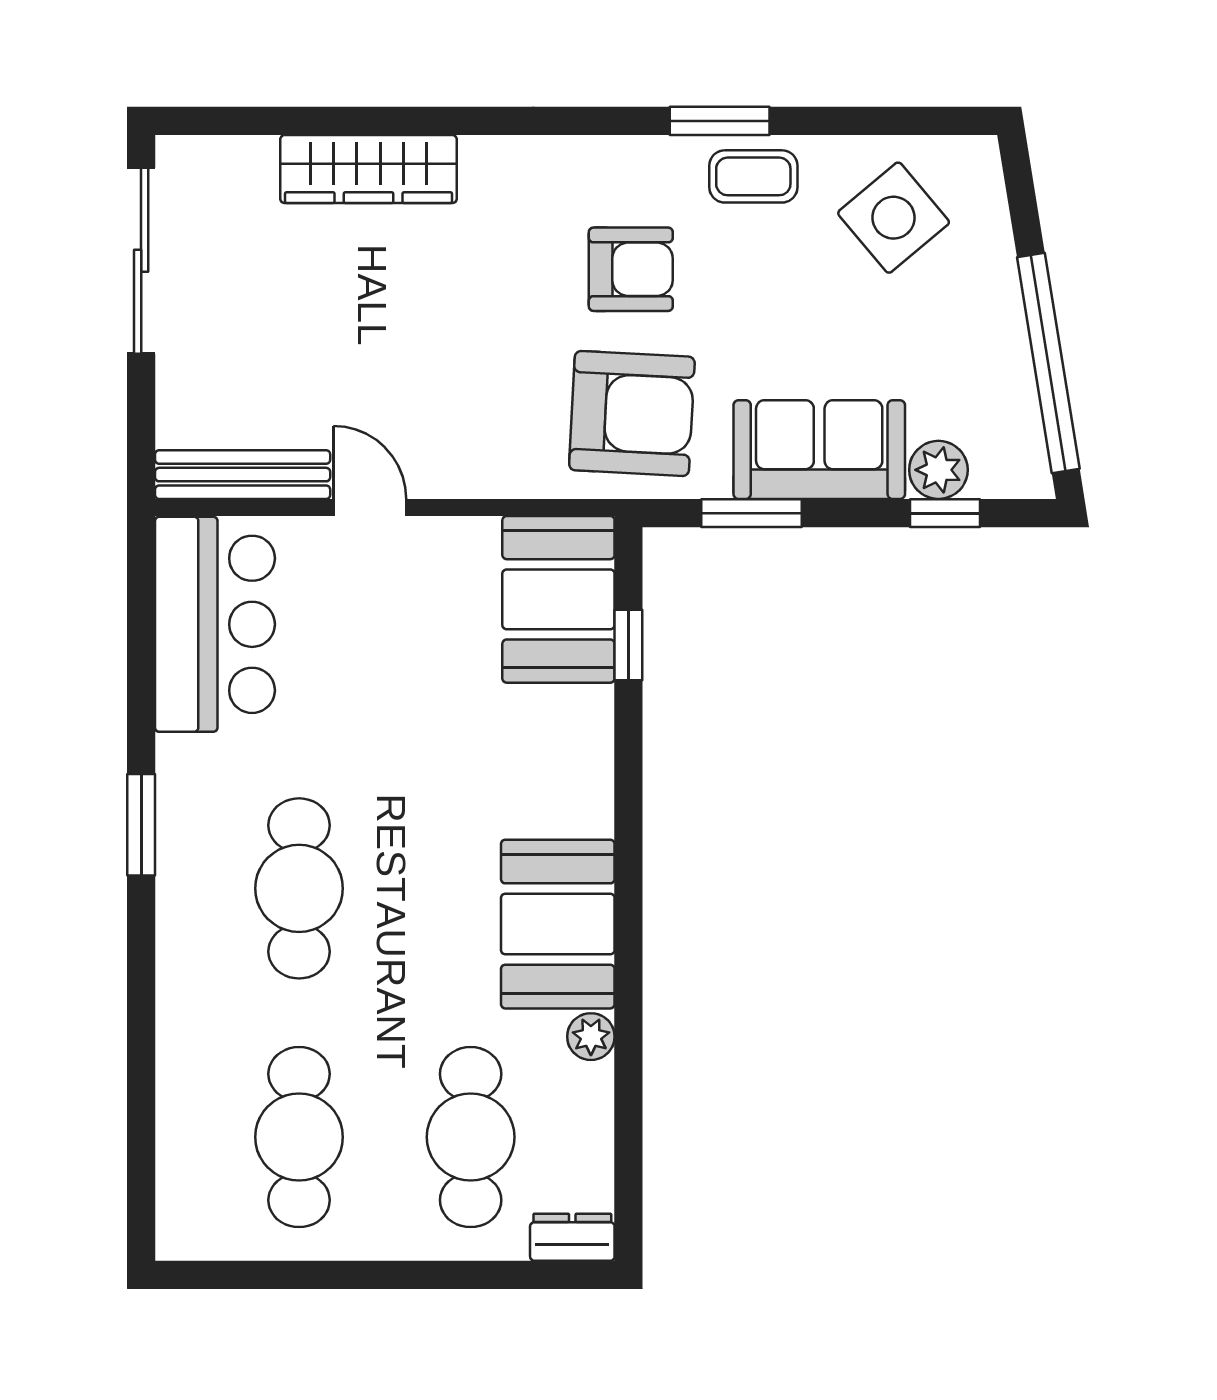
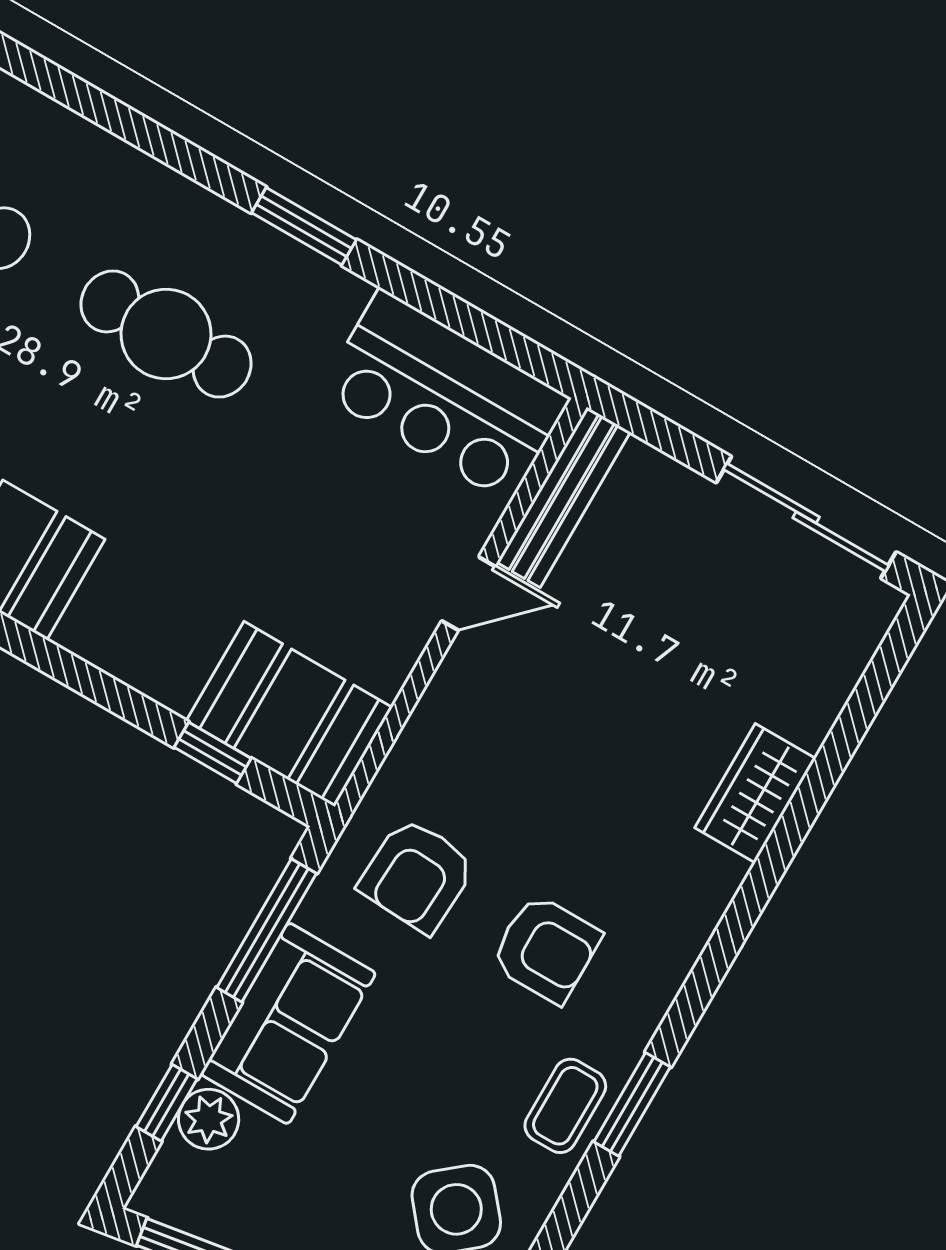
wardrobe: (368, 169) -> (755, 793), width x0.67
armchair: (631, 269) -> (546, 949), turned -90
armchair: (632, 413) -> (417, 875), width x0.73, depth x0.73
window: (752, 513) -> (267, 930), width x1.44

